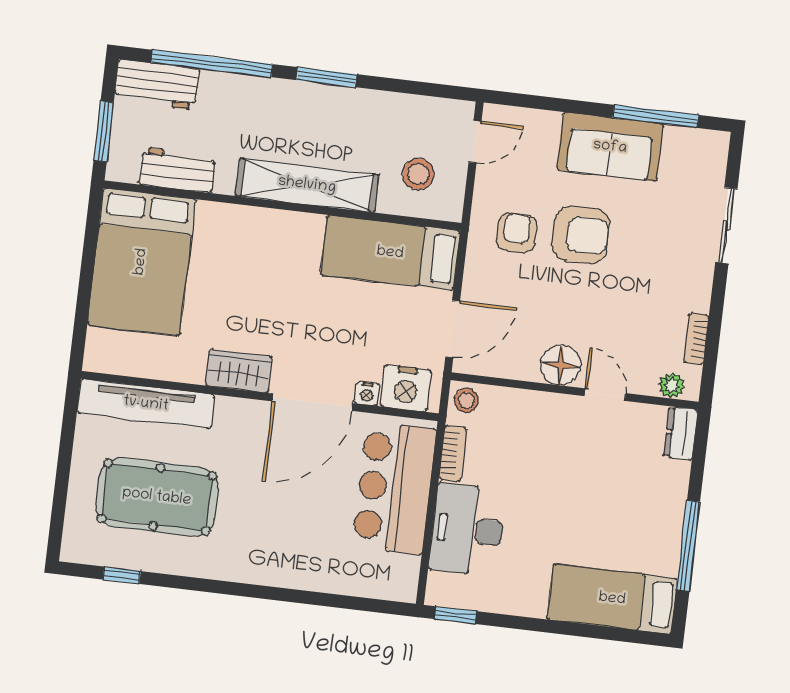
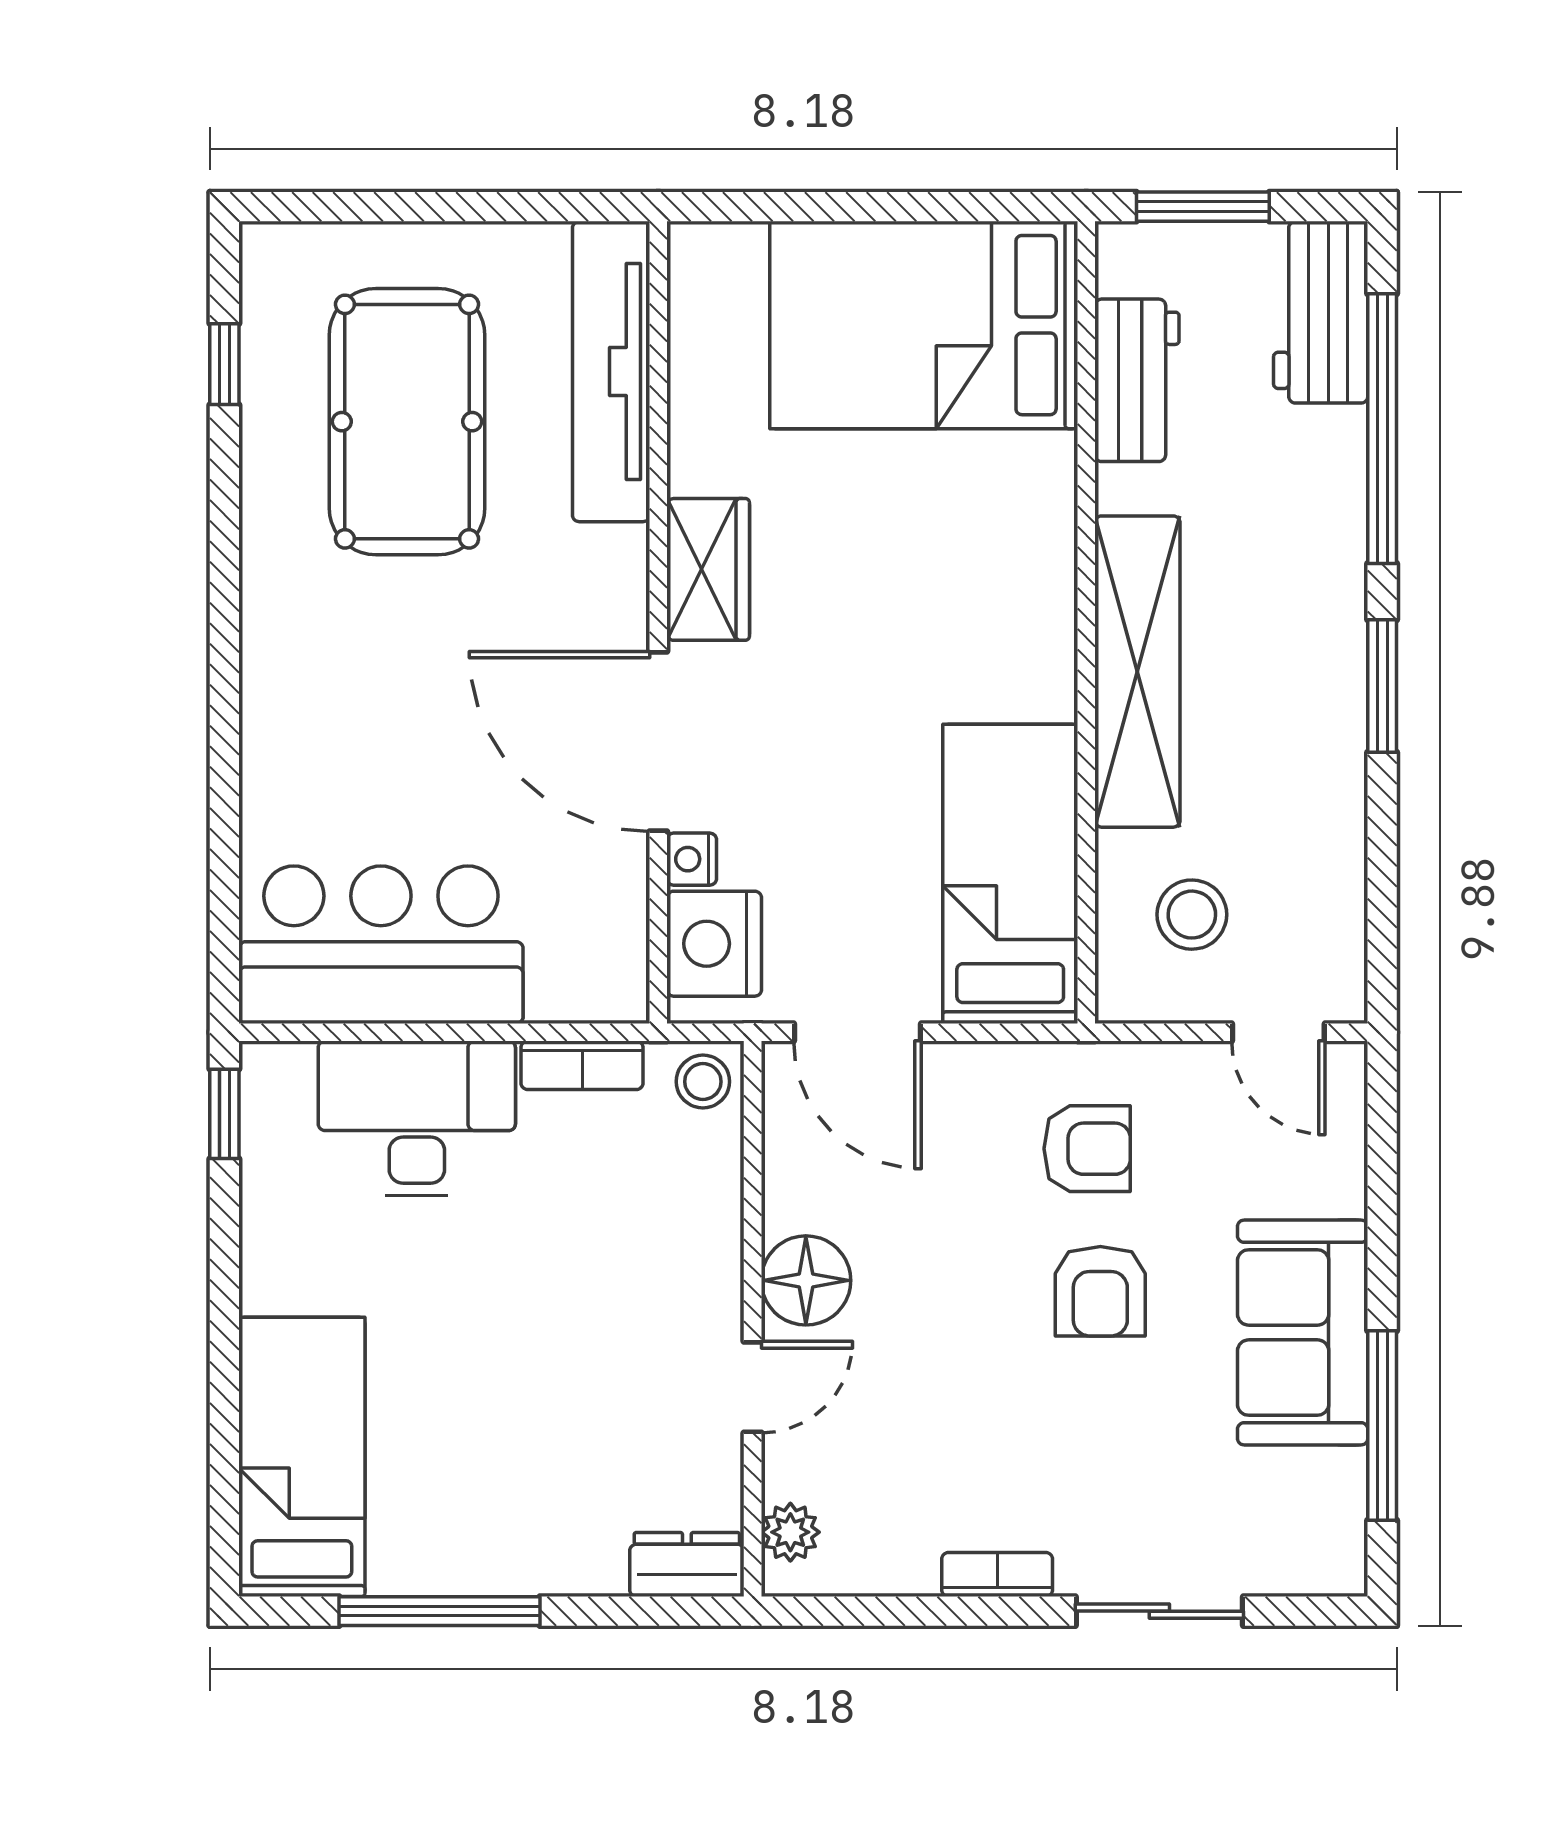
armchair: (581, 235) -> (1100, 1291), width x0.72, depth x0.72
bookcase: (696, 339) -> (997, 1575), moved
bar counter: (394, 488) -> (381, 945), moved

